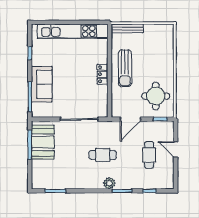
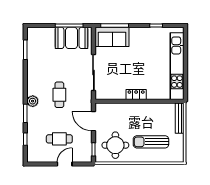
sun lounger: (125, 68) -> (151, 142), moved
sofa: (42, 84) -> (112, 37), moved

